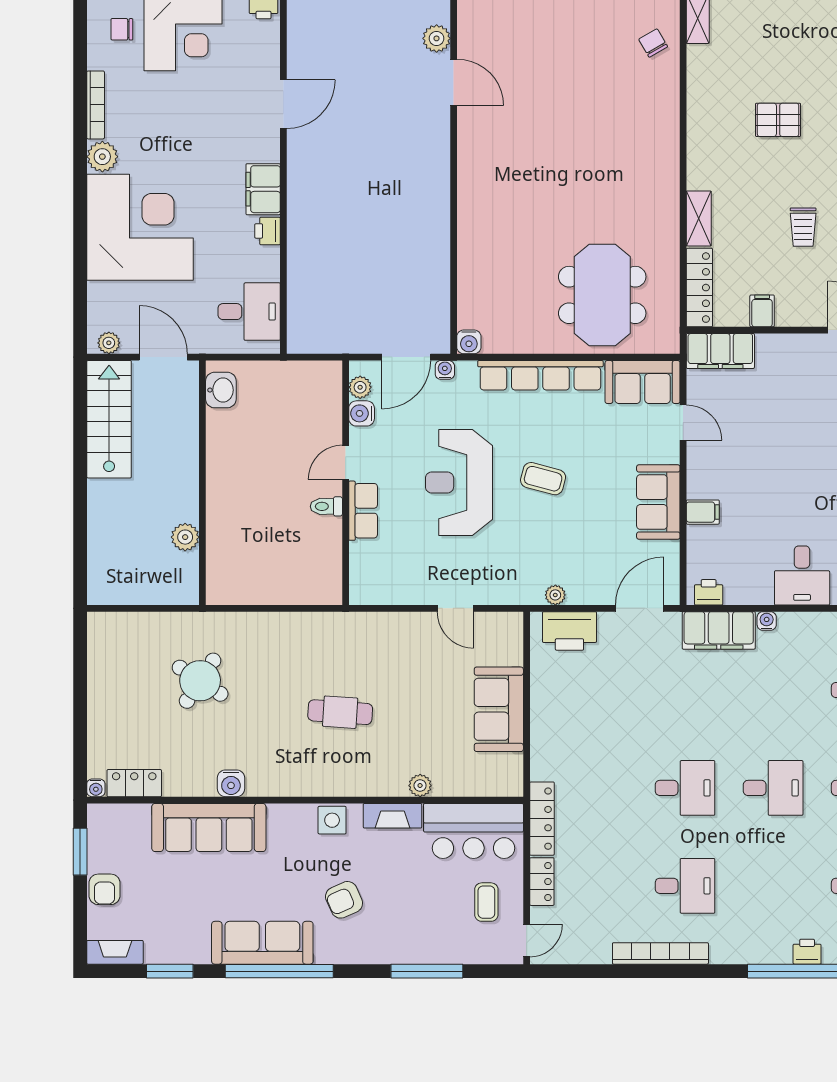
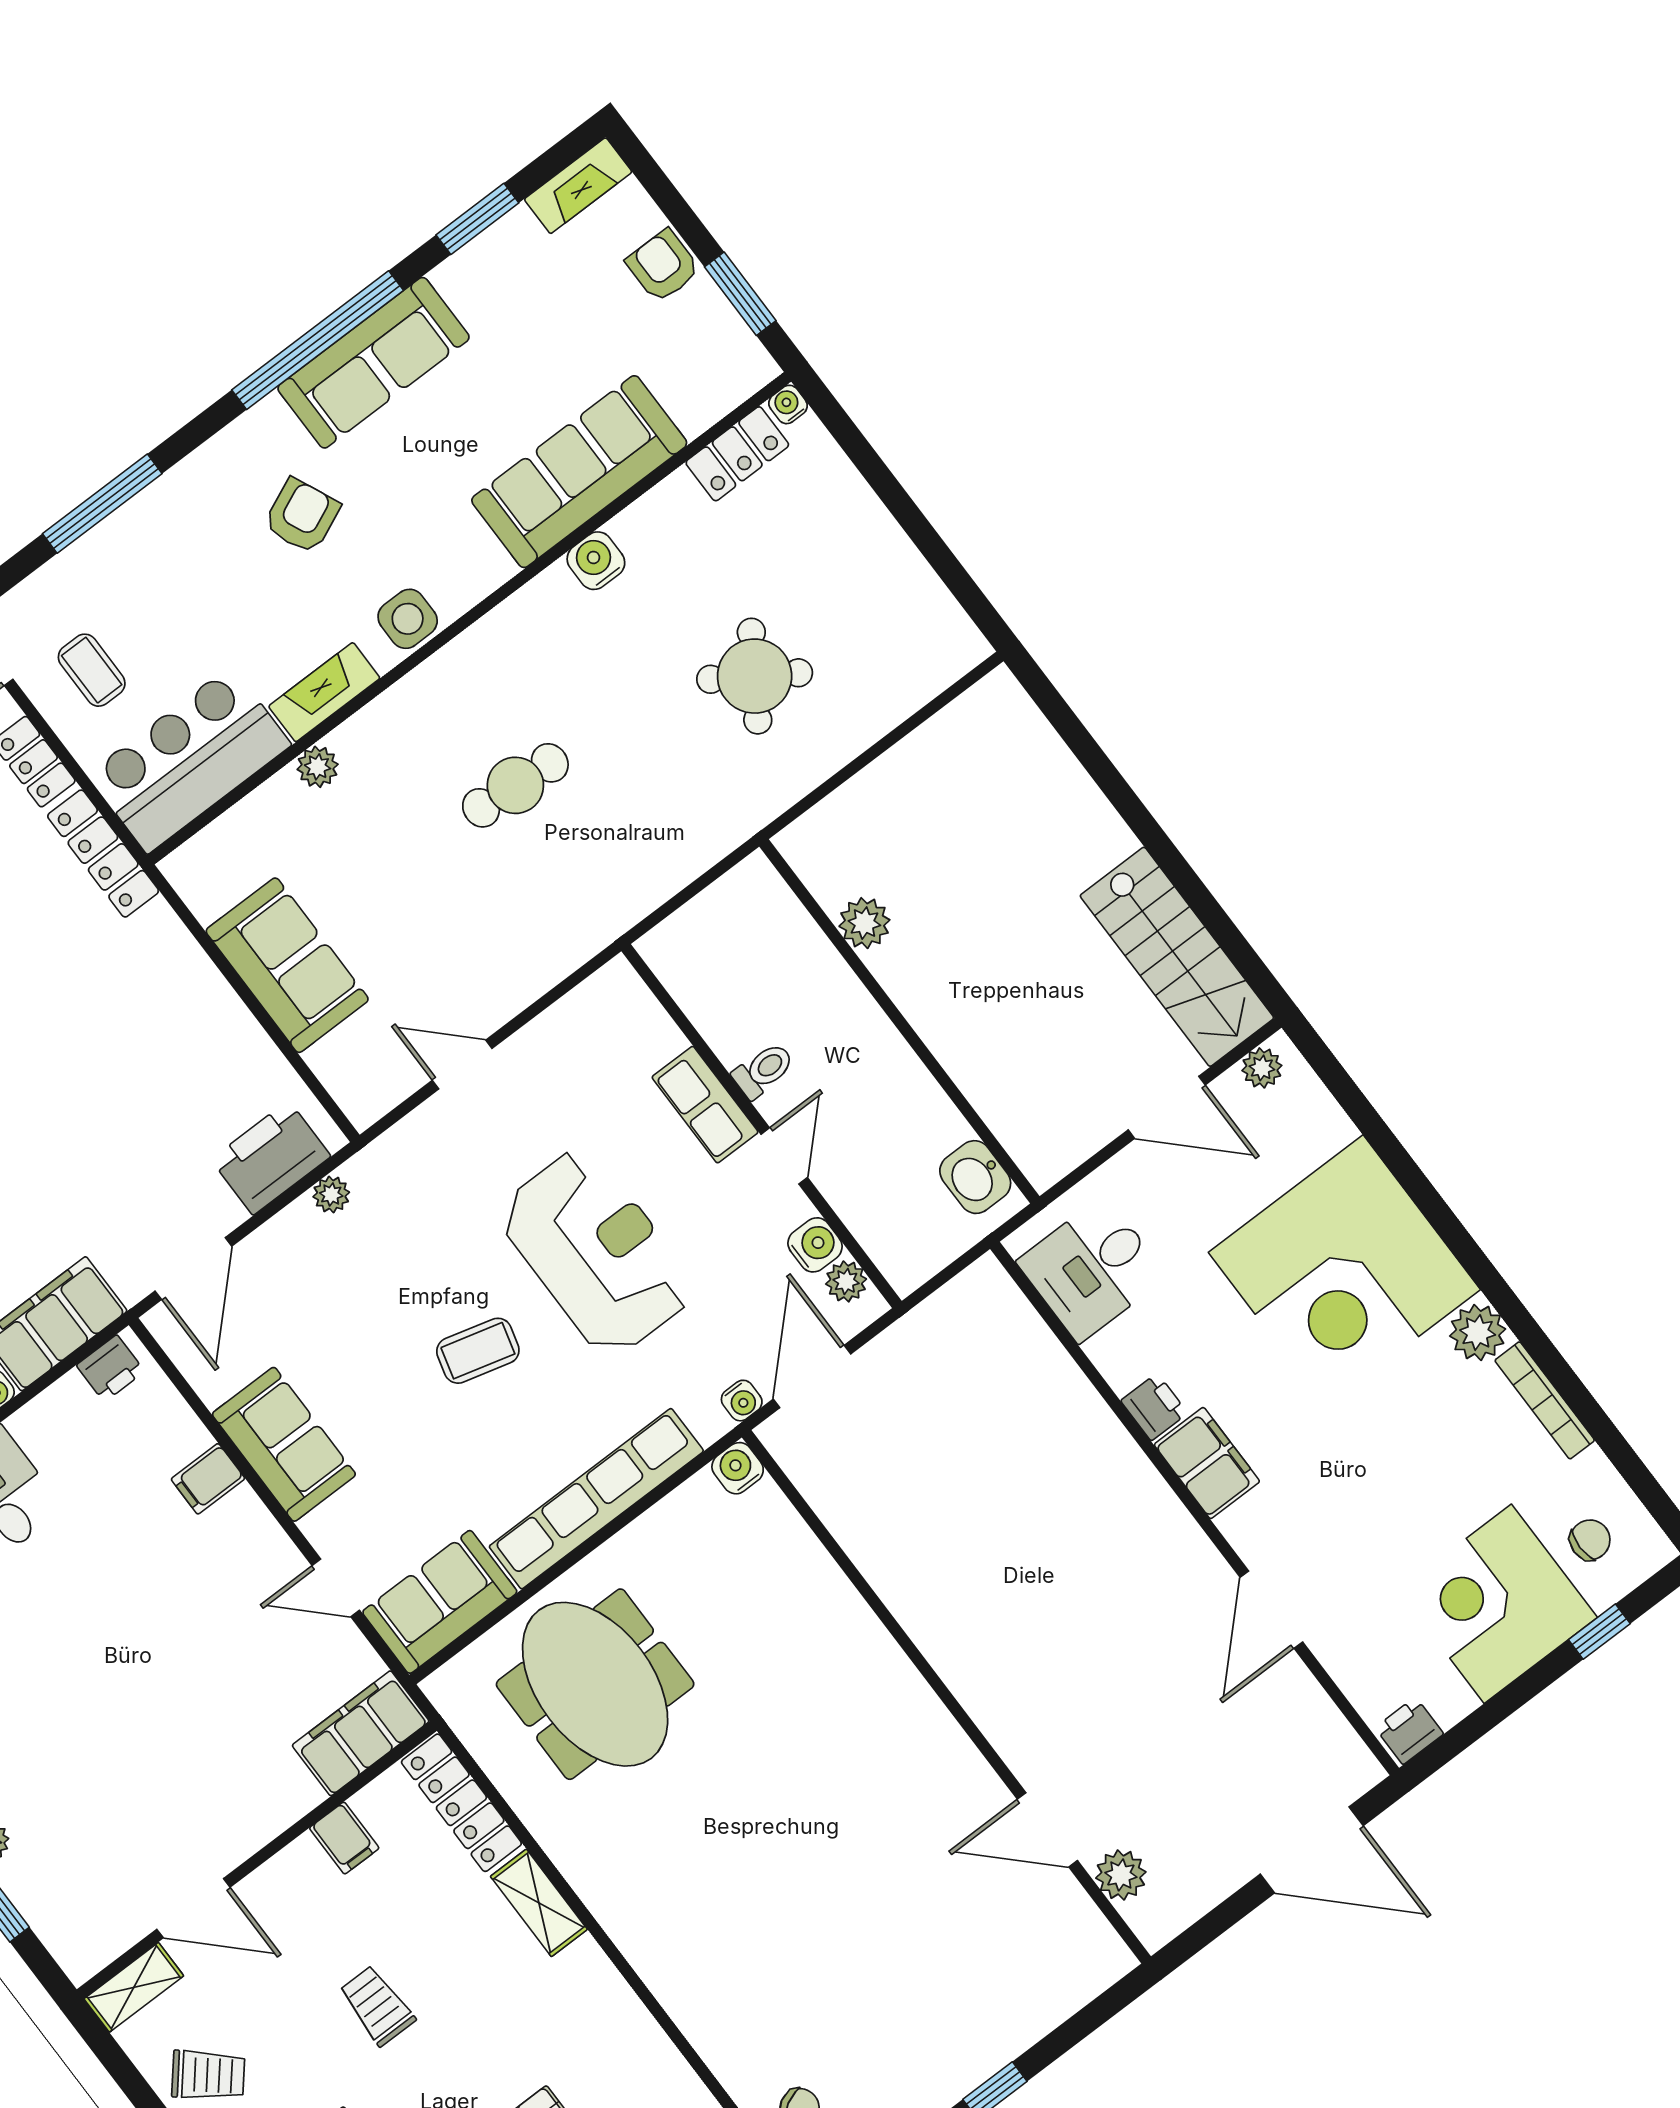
washbasin: (221, 390) -> (975, 1177), moved
wall: (202, 483) -> (899, 1021), moved
plant: (185, 537) -> (864, 923), moved

